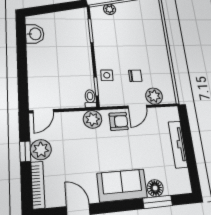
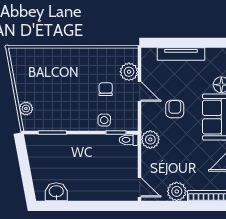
armchair: (119, 121) -> (175, 109), moved
window: (25, 151) -> (177, 206), removed

